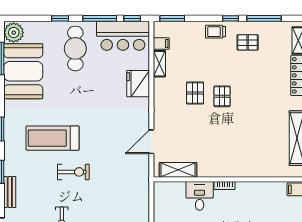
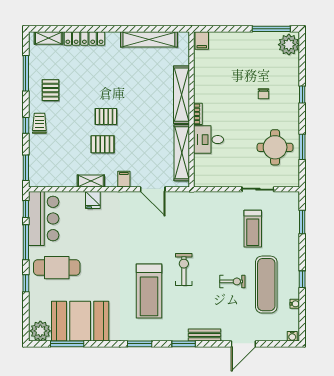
window: (230, 18) -> (26, 125), moved
trolley: (215, 32) -> (39, 123), turned 180
filing cabinet: (161, 44) -> (124, 179), moved
shelving: (159, 64) -> (91, 181), moved
fridge: (138, 84) -> (93, 200), width x0.53, depth x0.75
shelving: (178, 170) -> (182, 153), width x1.47
shelving: (243, 170) -> (182, 95), added

